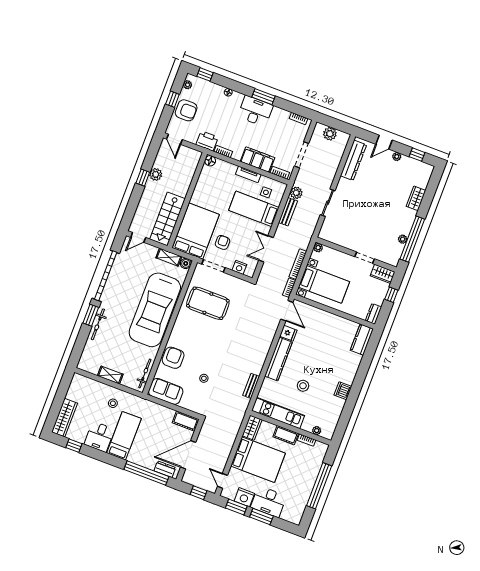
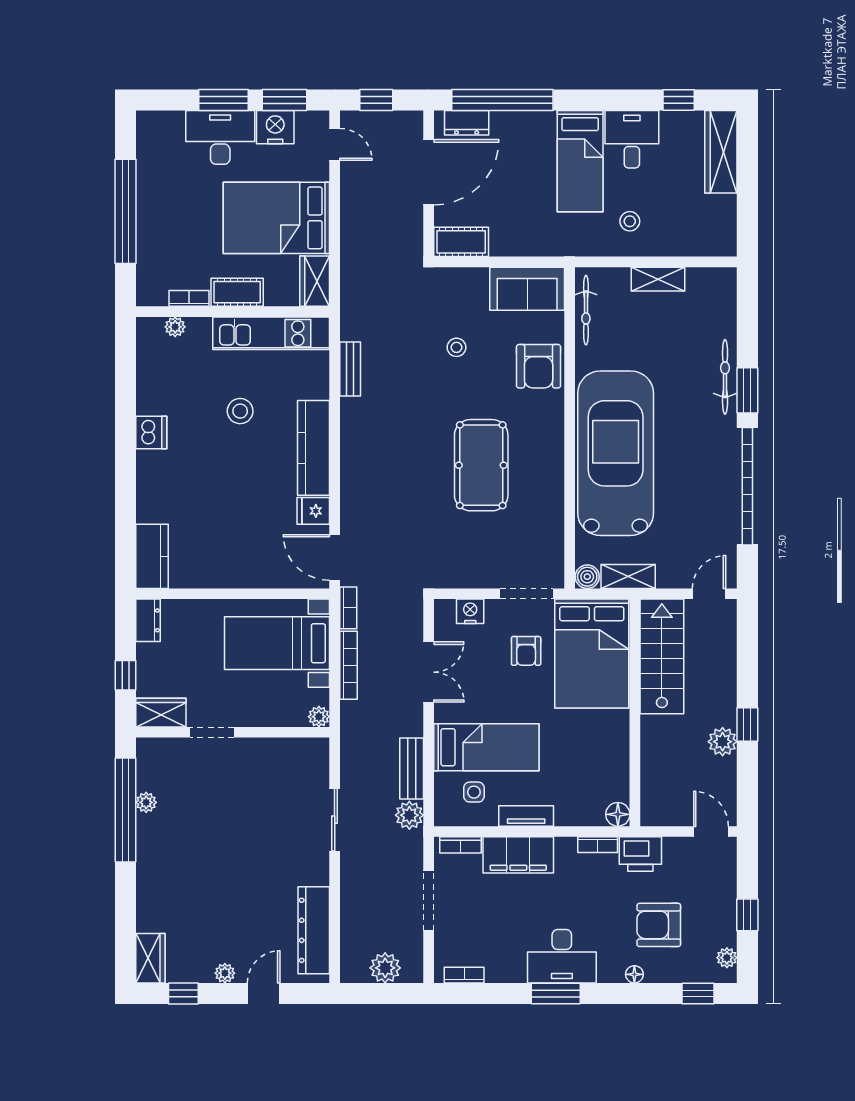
armchair: (186, 110) -> (659, 925), moved
wardrobe: (416, 198) -> (150, 958), moved
pool table: (208, 303) -> (481, 465), moved, turned 90

